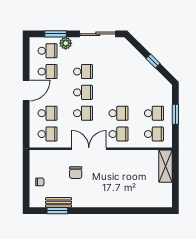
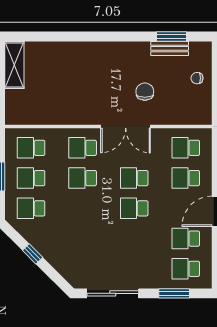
plant: (66, 43) -> (159, 280), removed
school desk: (83, 72) -> (31, 208), moved
shelving: (166, 166) -> (14, 65), moved

